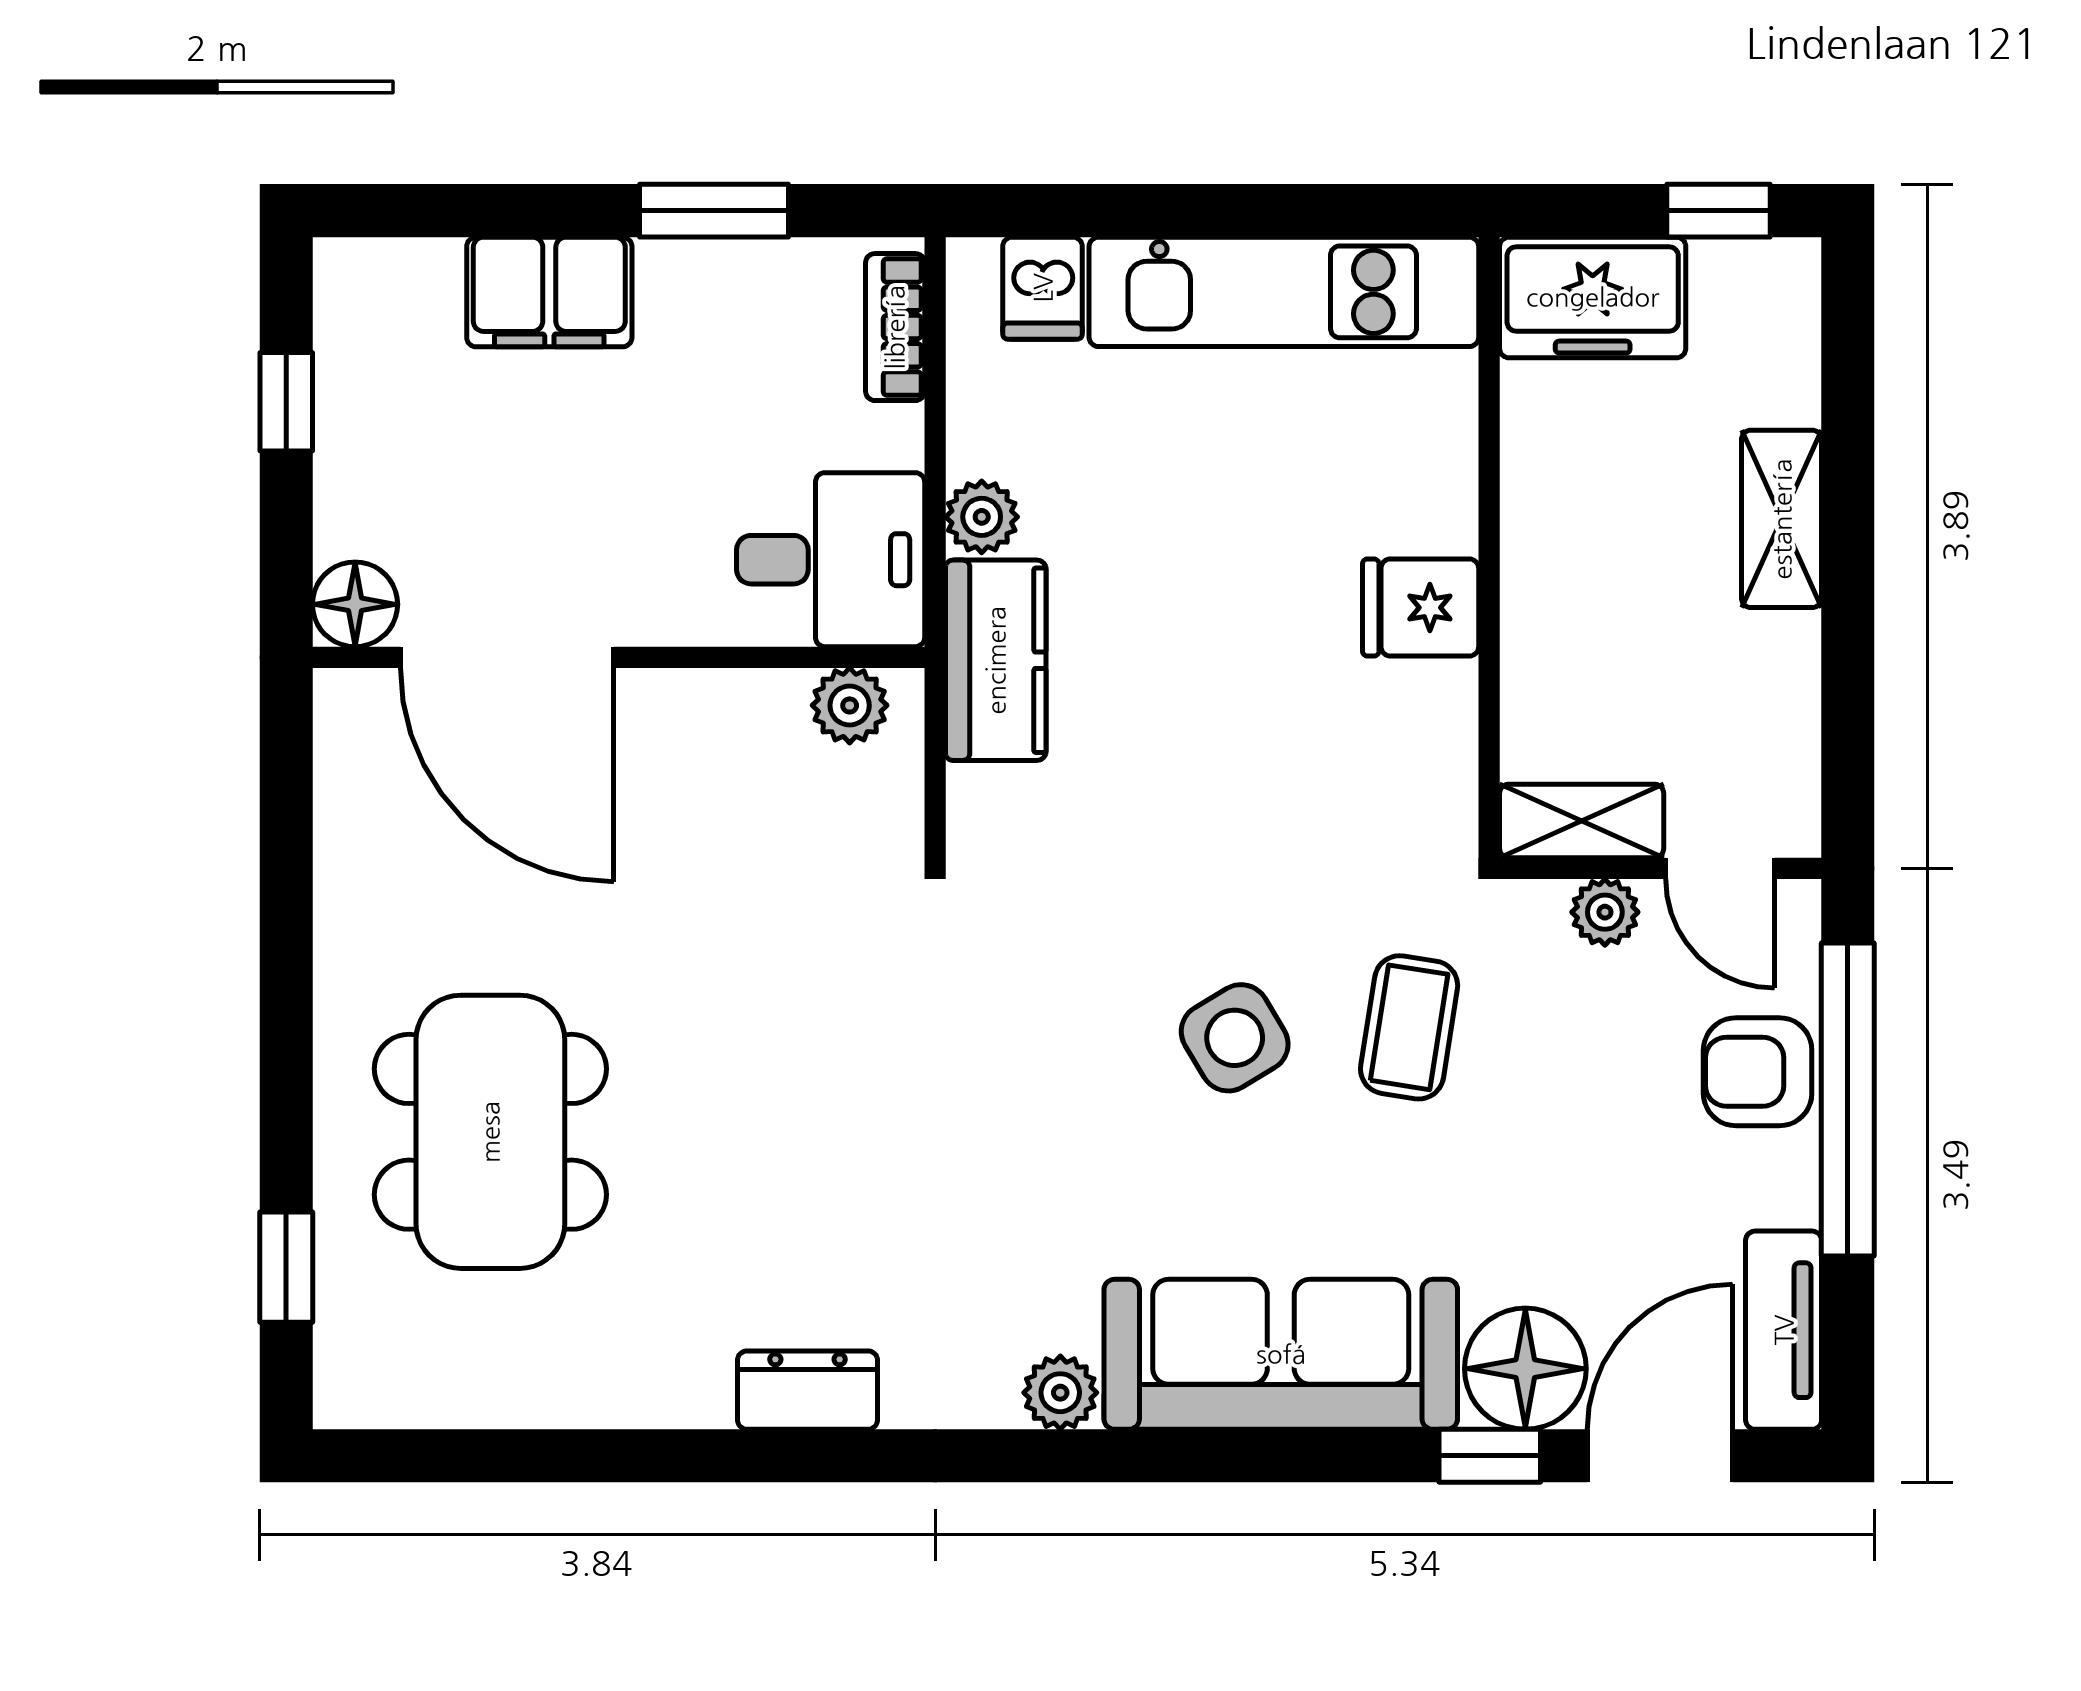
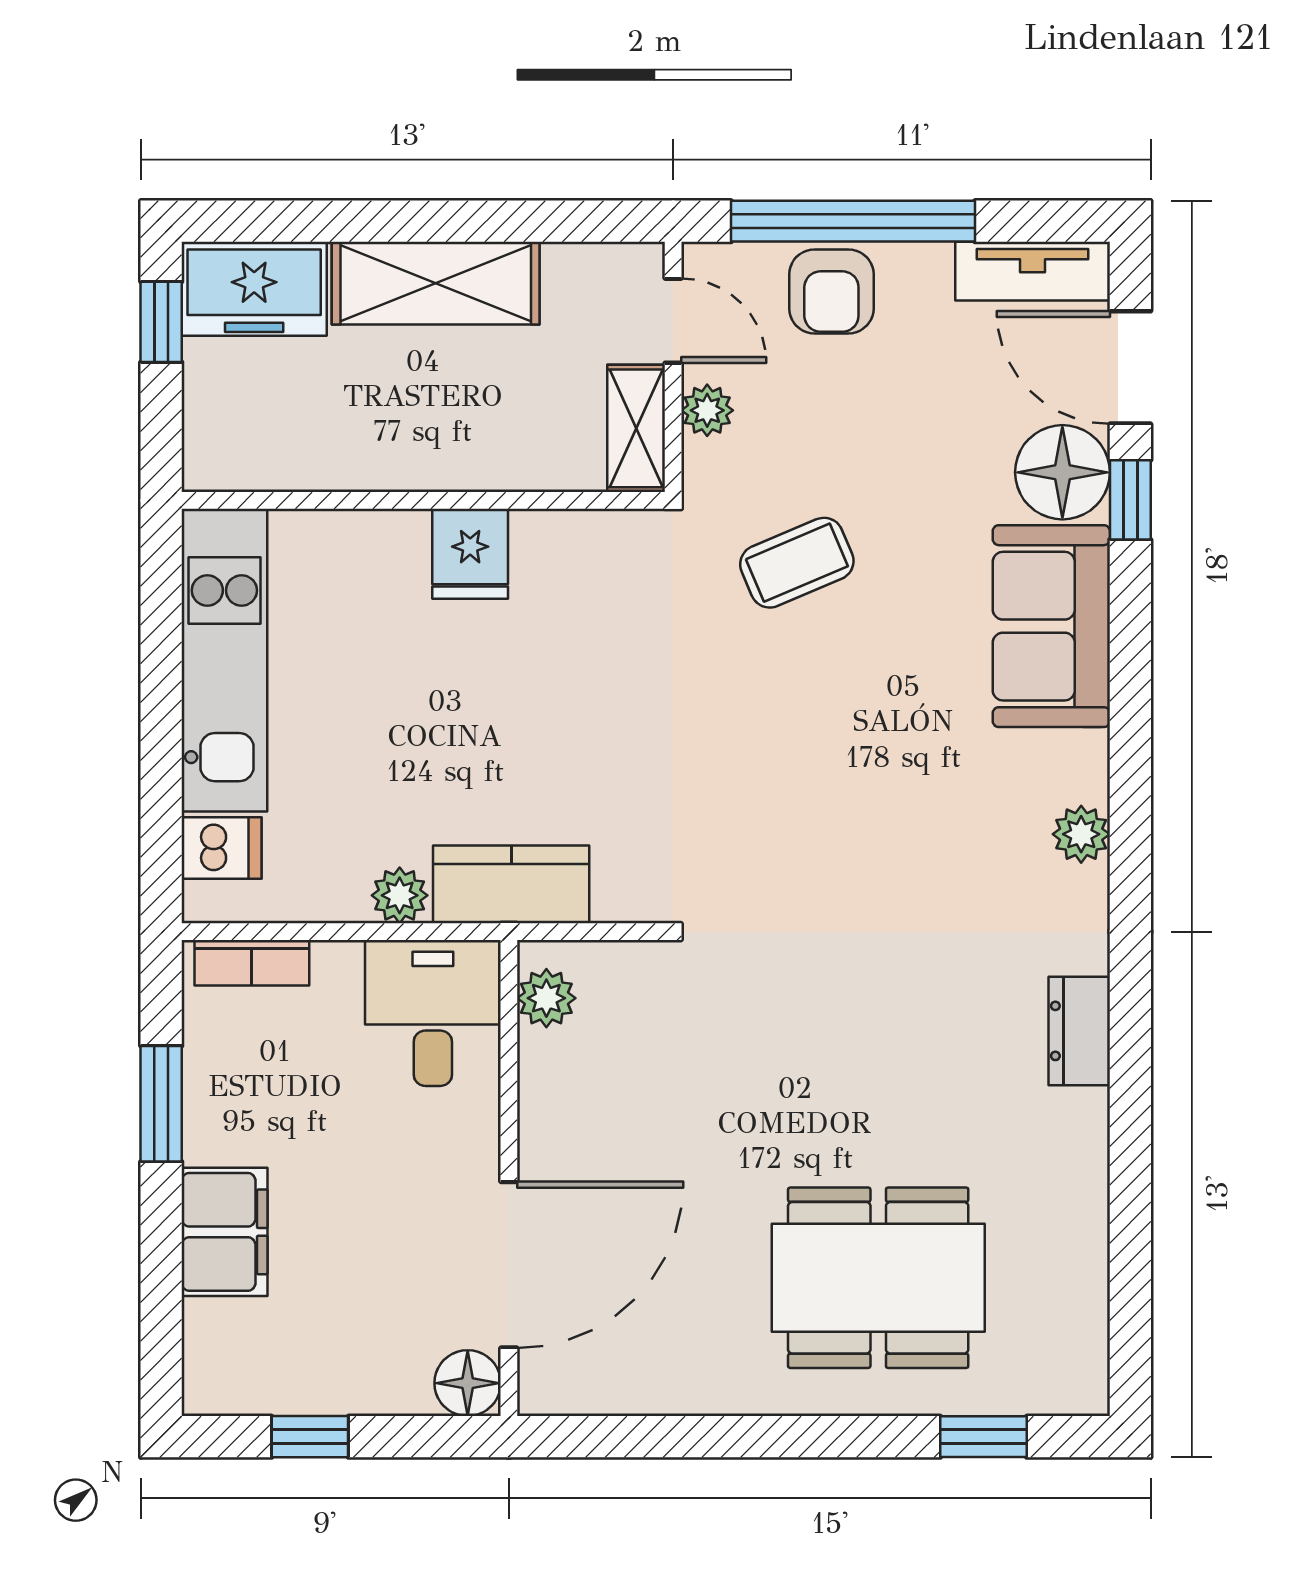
freezer: (1593, 297) -> (254, 289), moved, turned 90
shelving: (1782, 519) -> (436, 283), width x1.50, depth x1.33
door: (1720, 868) -> (673, 321), hinge flipped
coffee table: (1409, 1027) -> (797, 563), turned -32
side table: (1235, 1038) -> (805, 698), removed
sofa: (1281, 1354) -> (1051, 626), width x0.73

